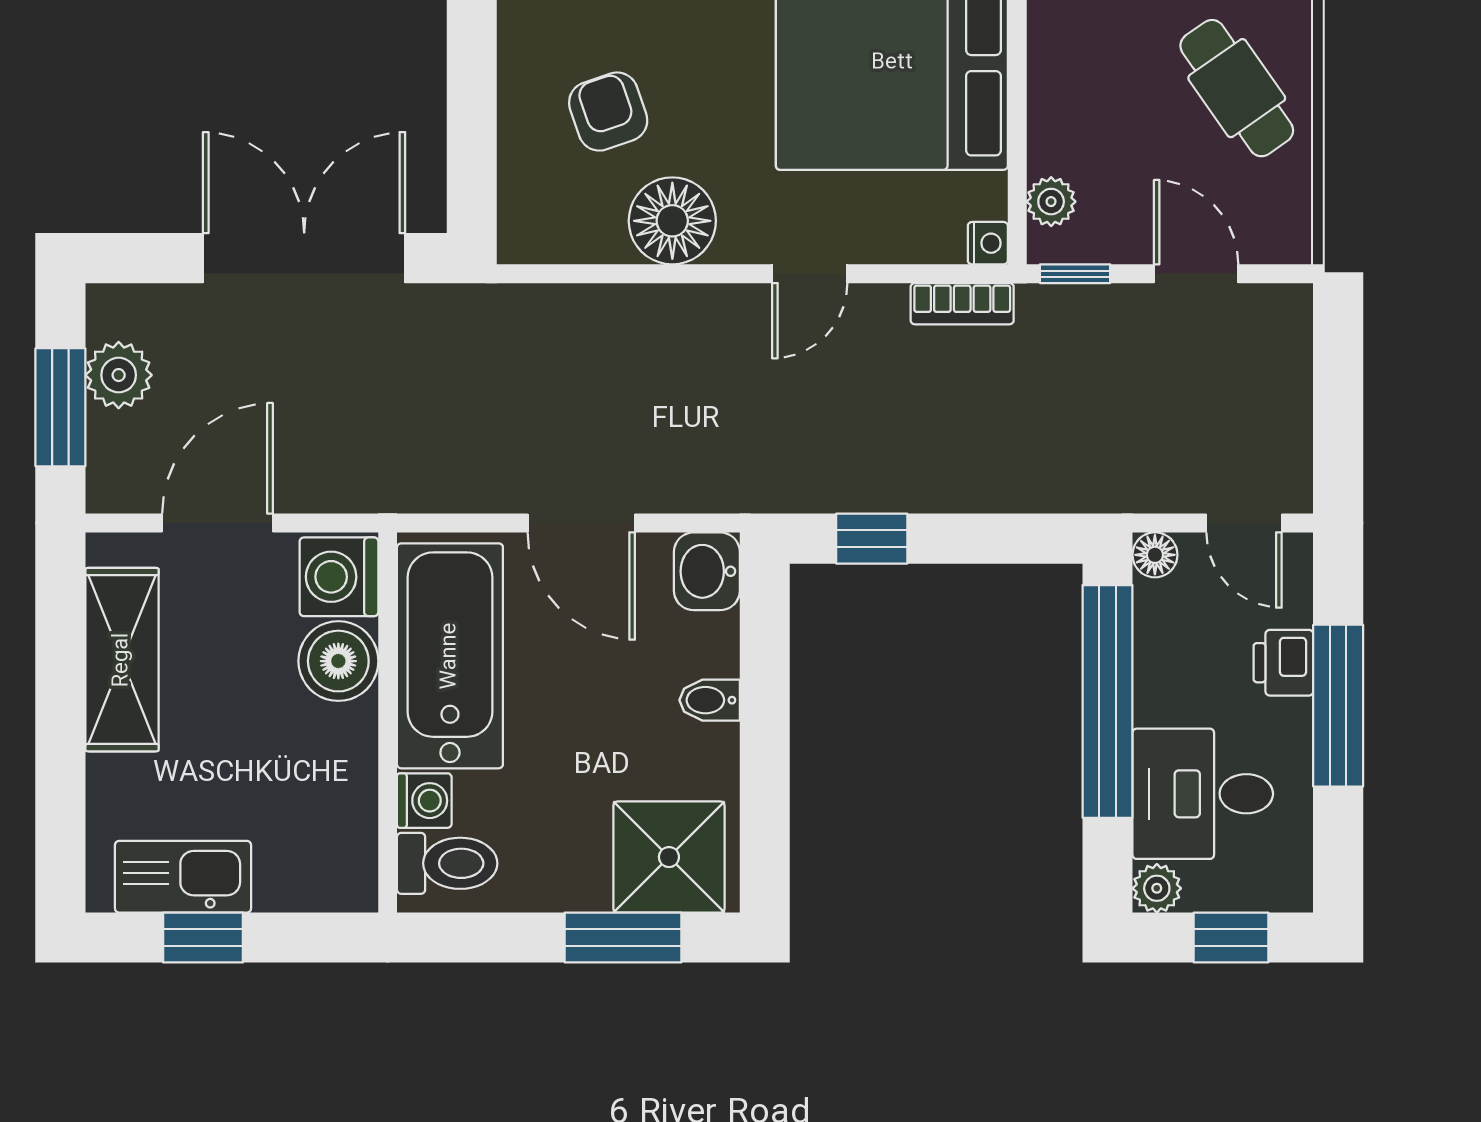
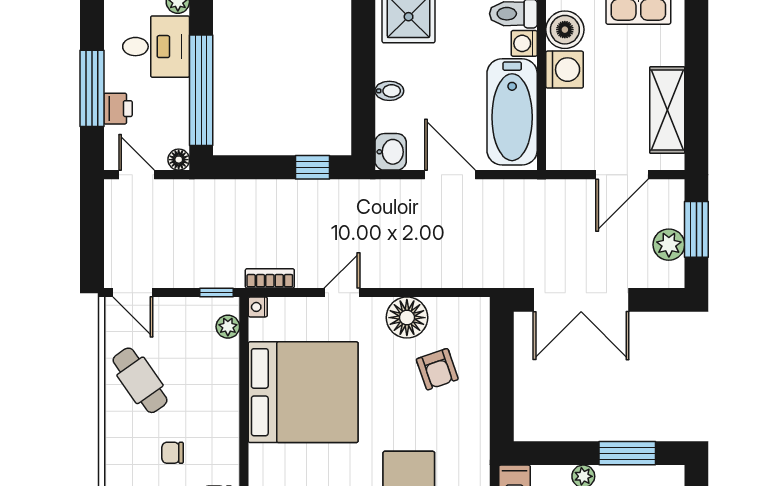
door: (1196, 274) -> (133, 293), moved
washing machine: (339, 577) -> (565, 70), moved
boiler: (338, 661) -> (565, 30), moved

